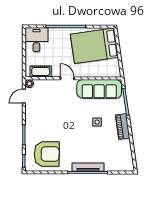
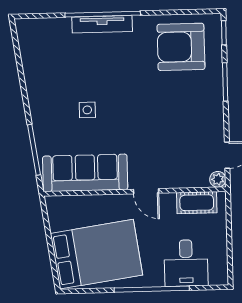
desk: (36, 40) -> (186, 263), moved
piano: (123, 126) -> (39, 103), removed

